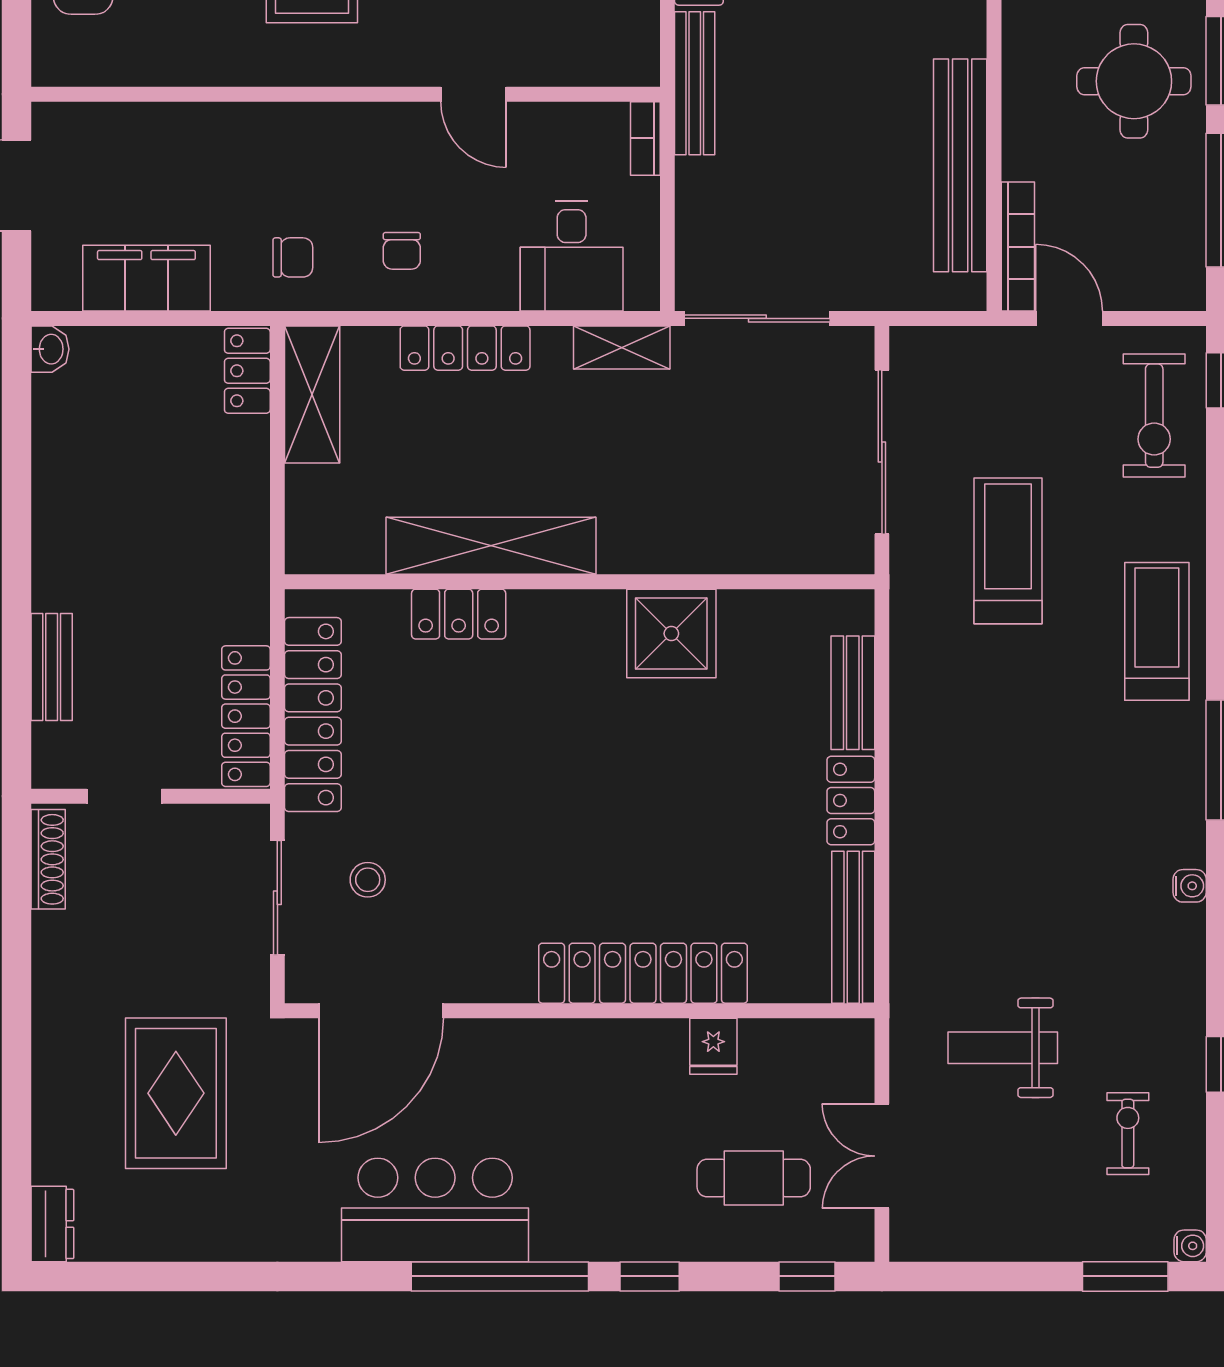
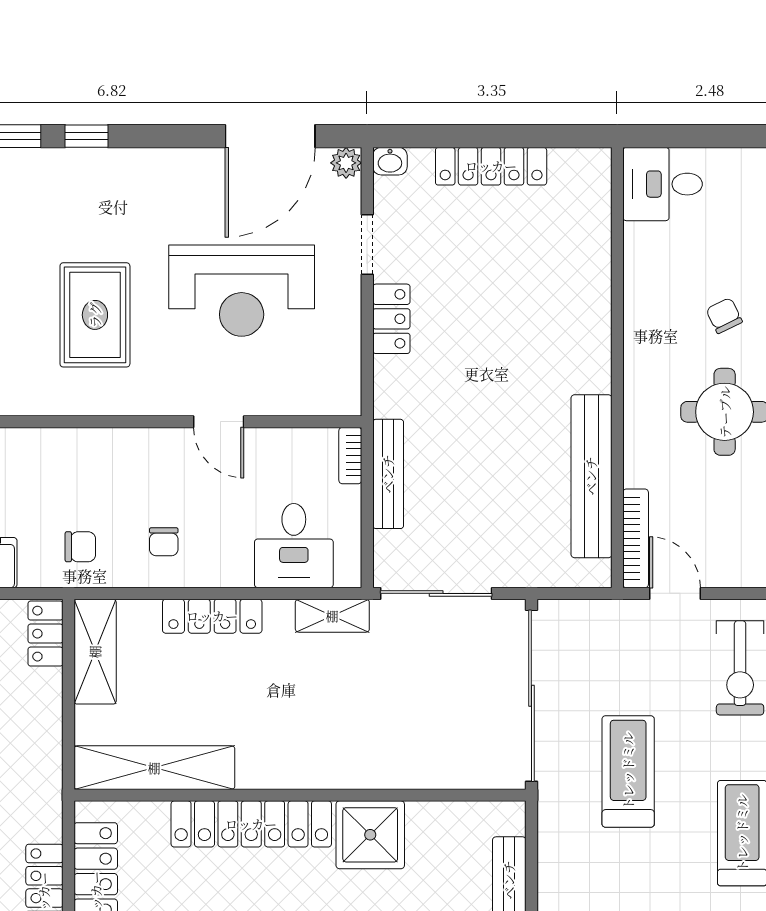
bench: (695, 83) -> (388, 474), moved
sliding door: (882, 452) -> (531, 696), width x1.36
shelving: (491, 546) -> (154, 768), moved
locker: (459, 614) -> (251, 824), width x2.16, depth x1.21

